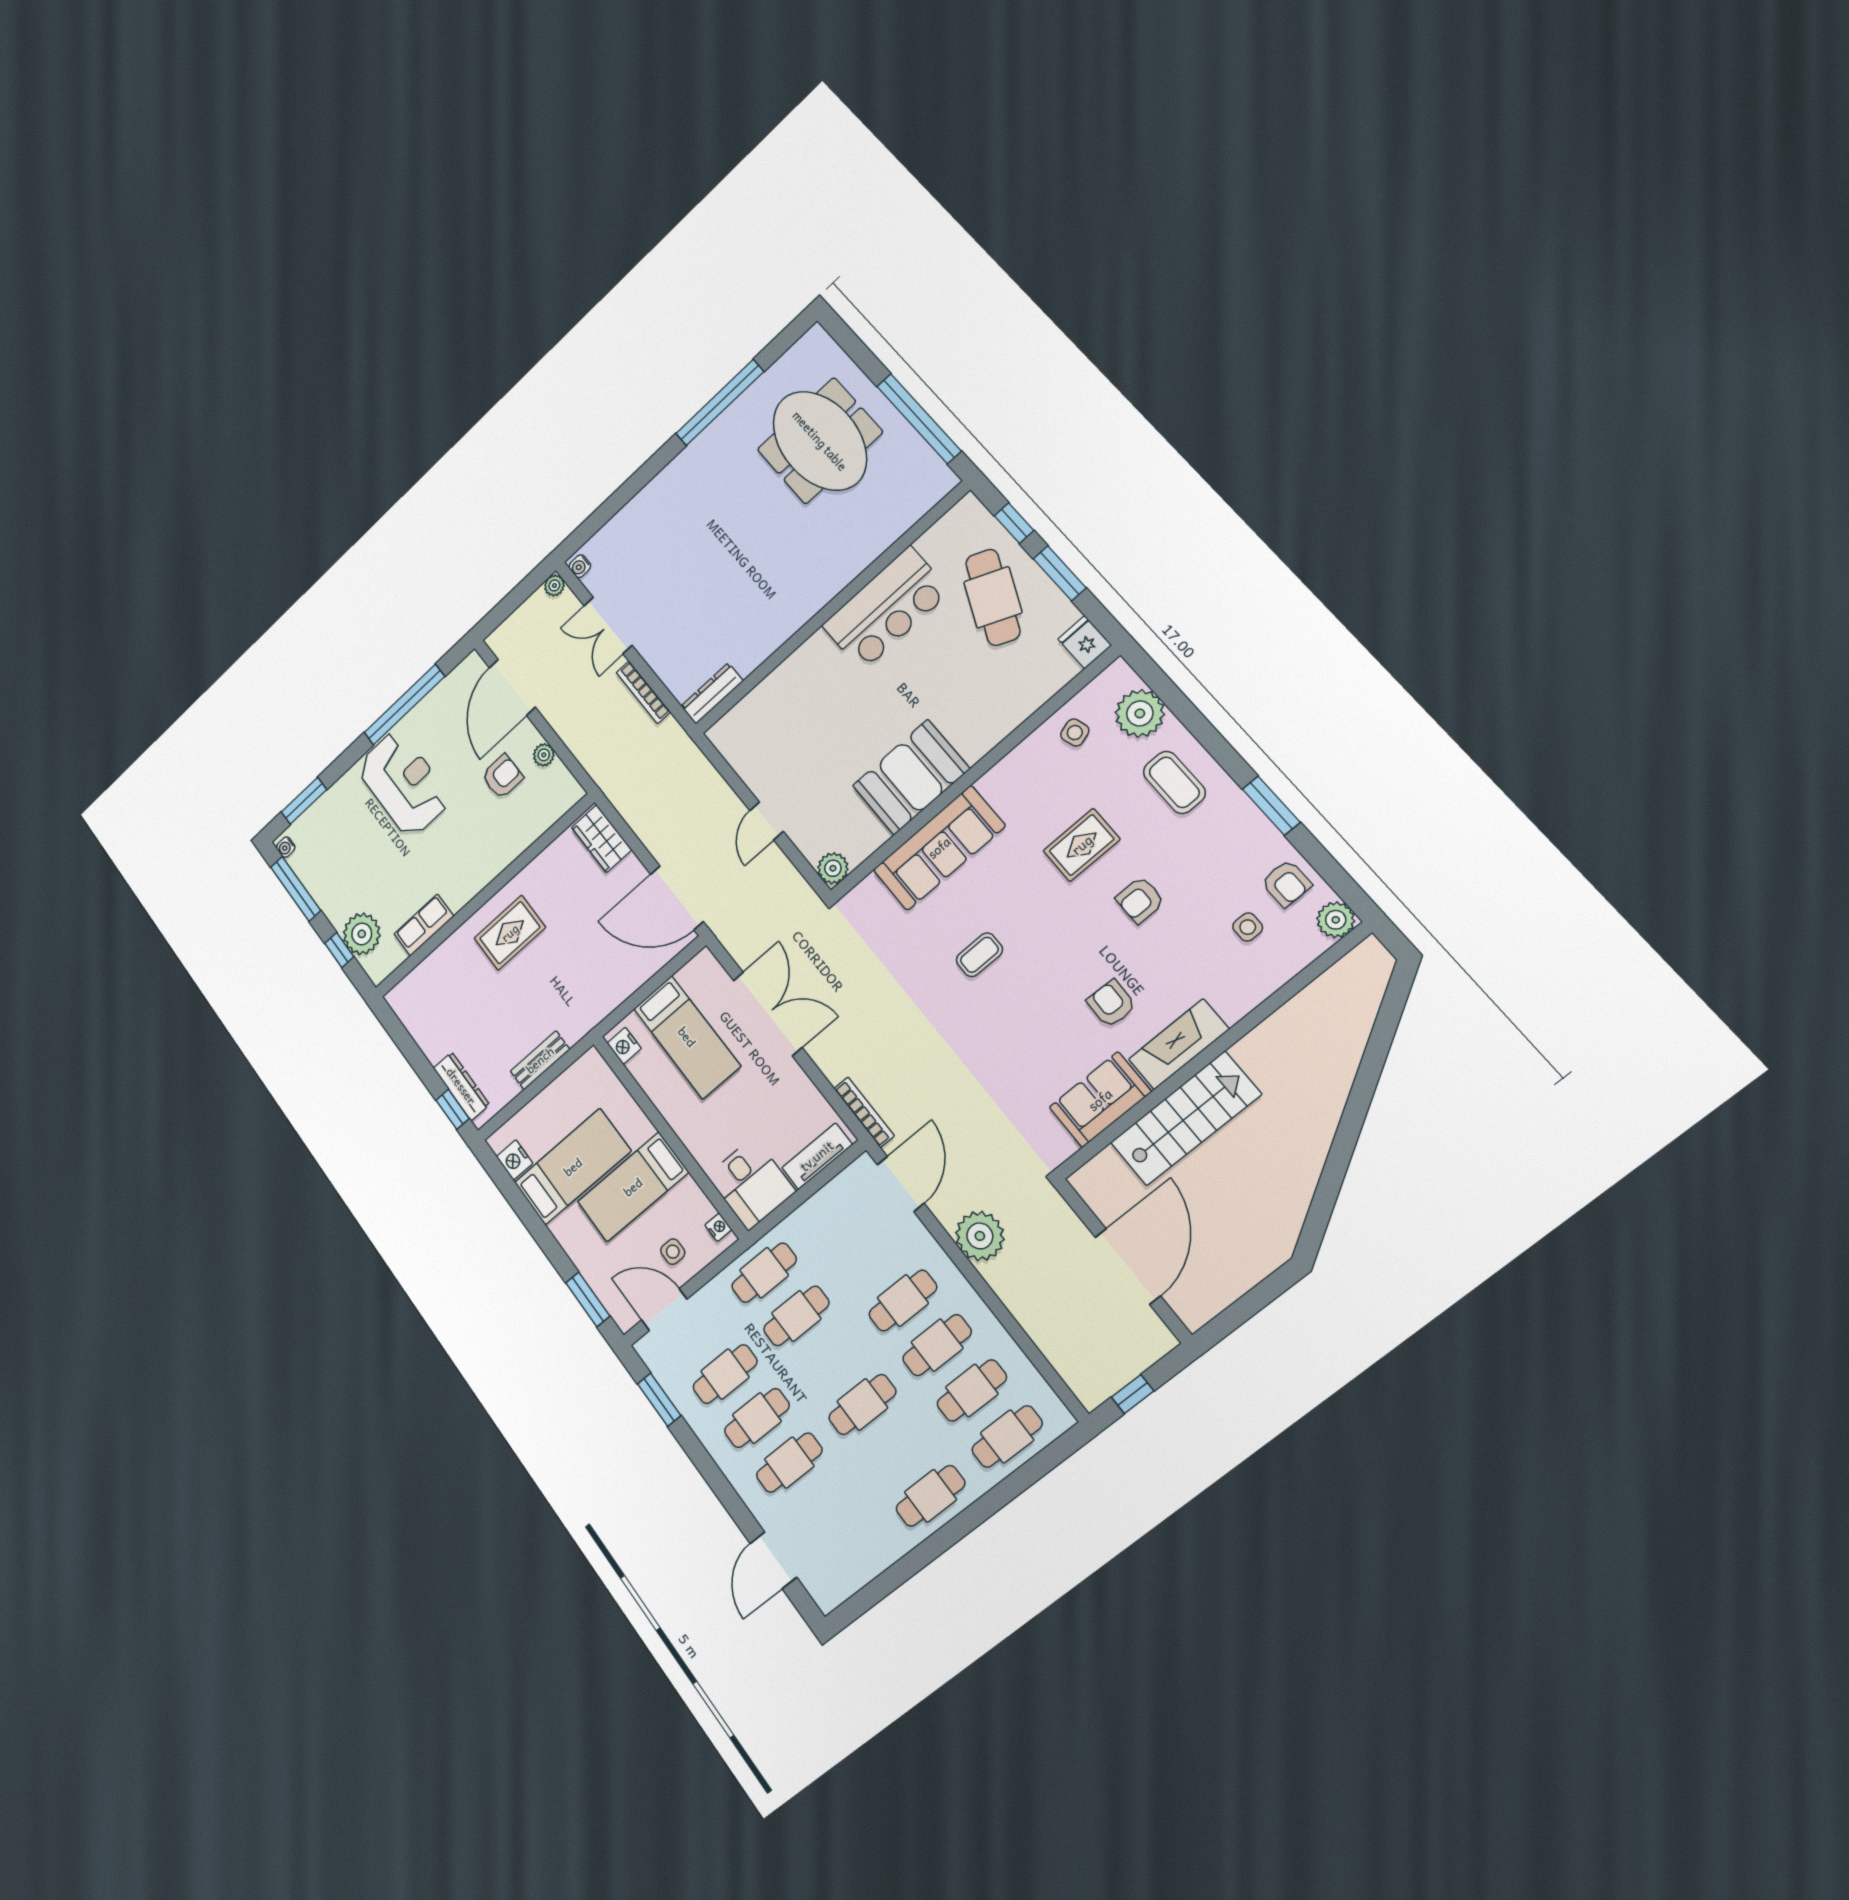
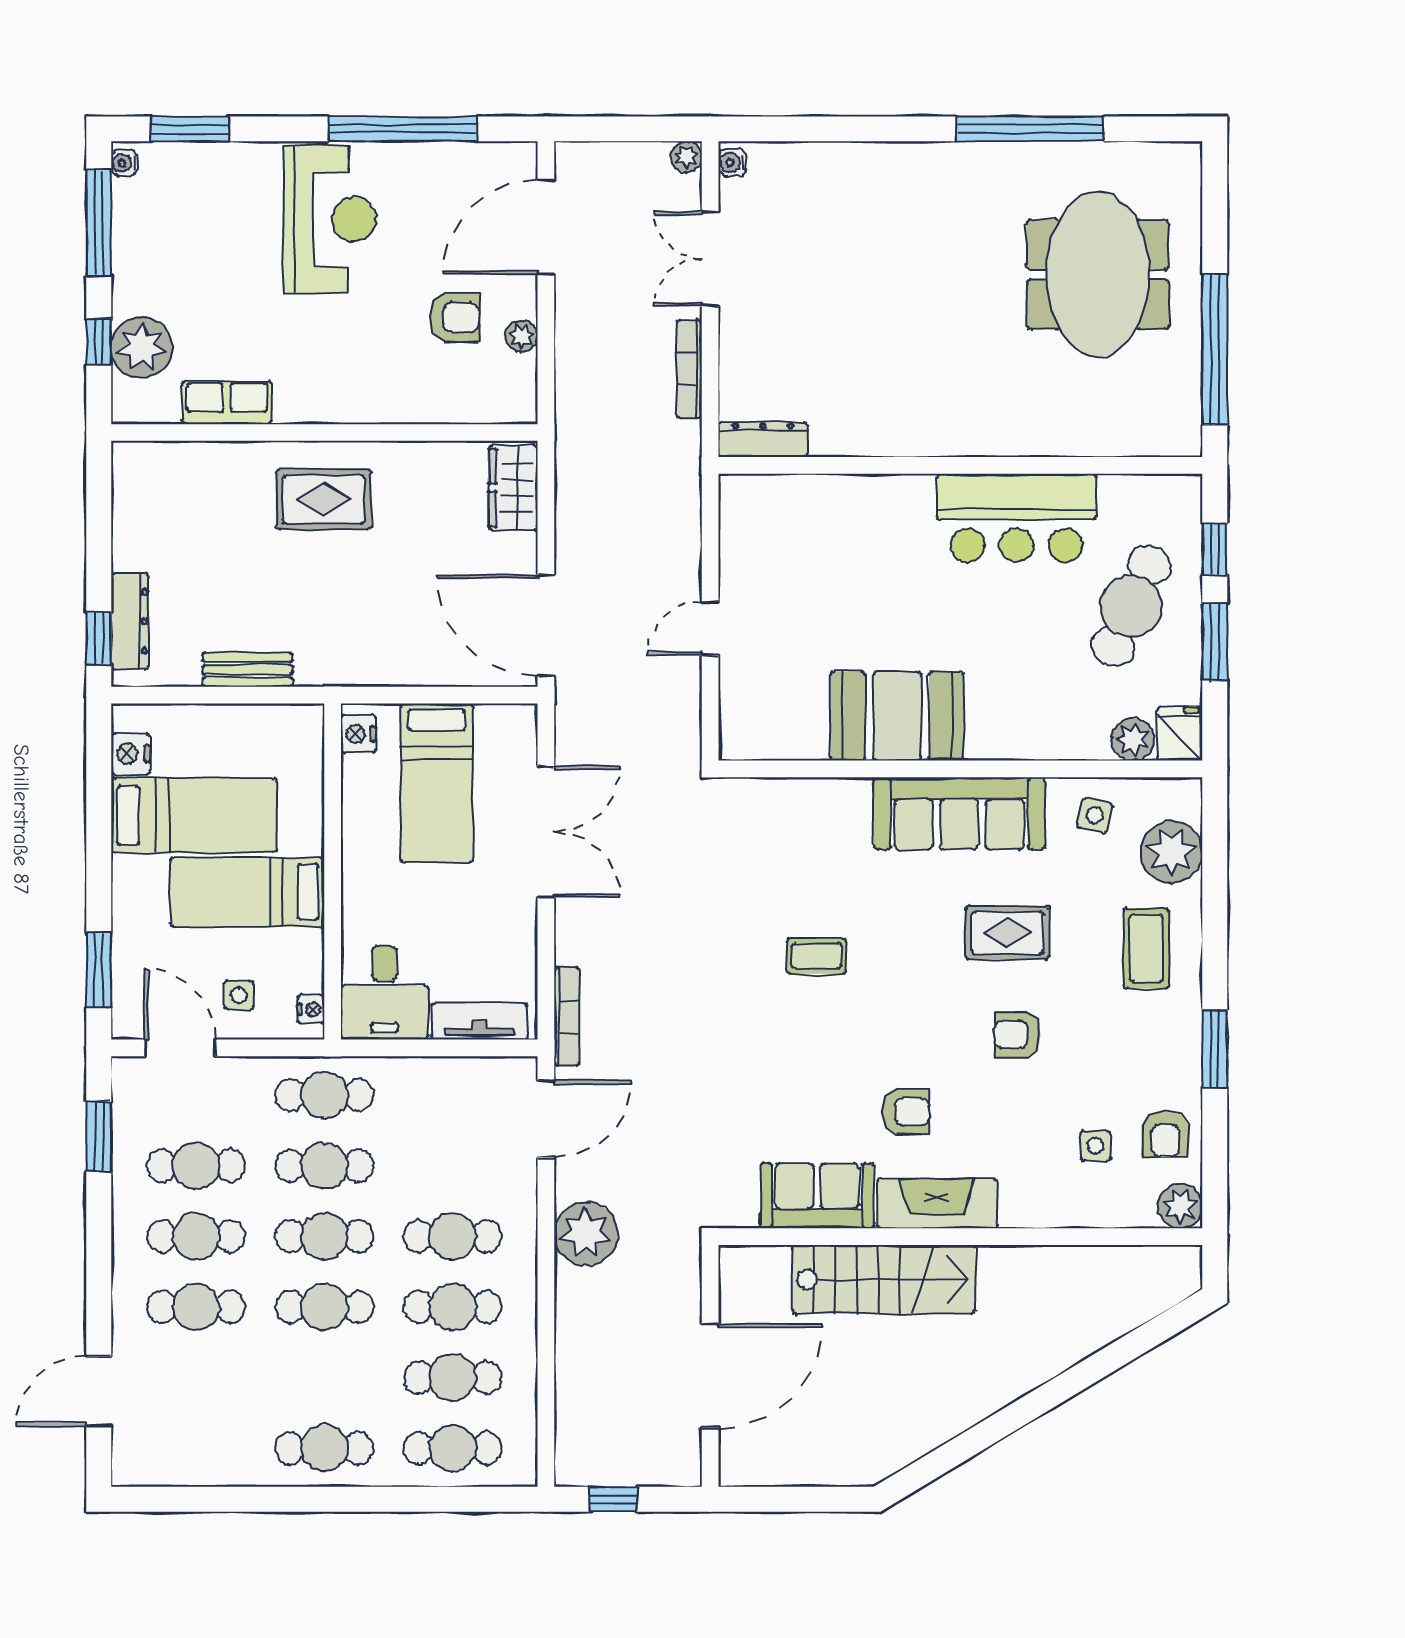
side table: (1075, 733) -> (1095, 815), turned 30
sofa: (939, 848) -> (959, 813), moved
plant: (833, 868) -> (1133, 740), moved
armchair: (1111, 1004) -> (906, 1112), turned 88
cafe table: (829, 1360) -> (324, 1236), added

